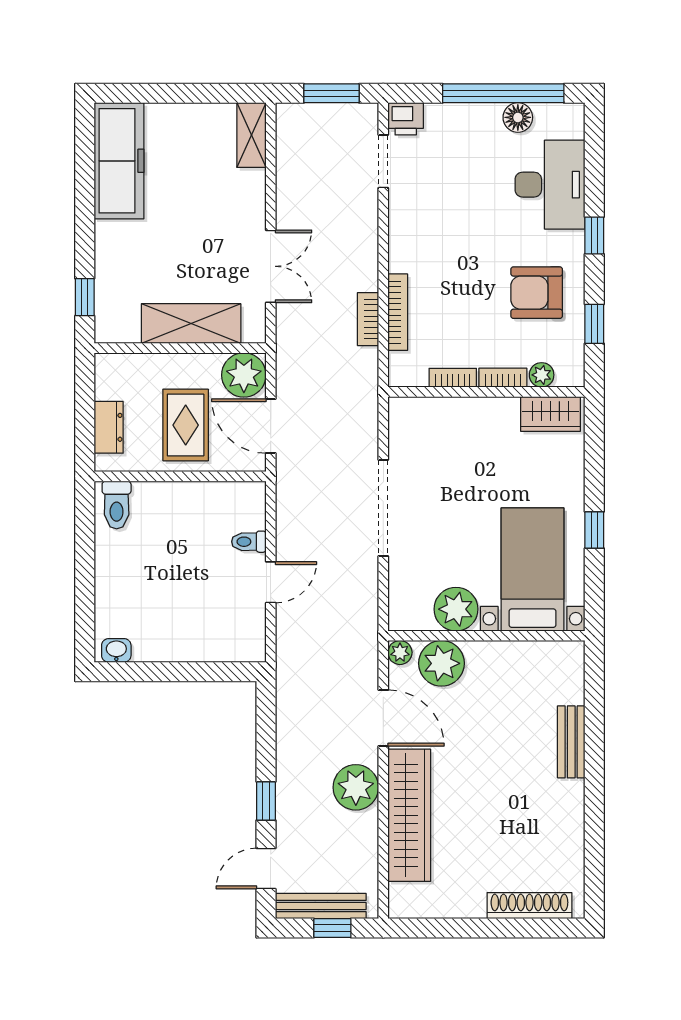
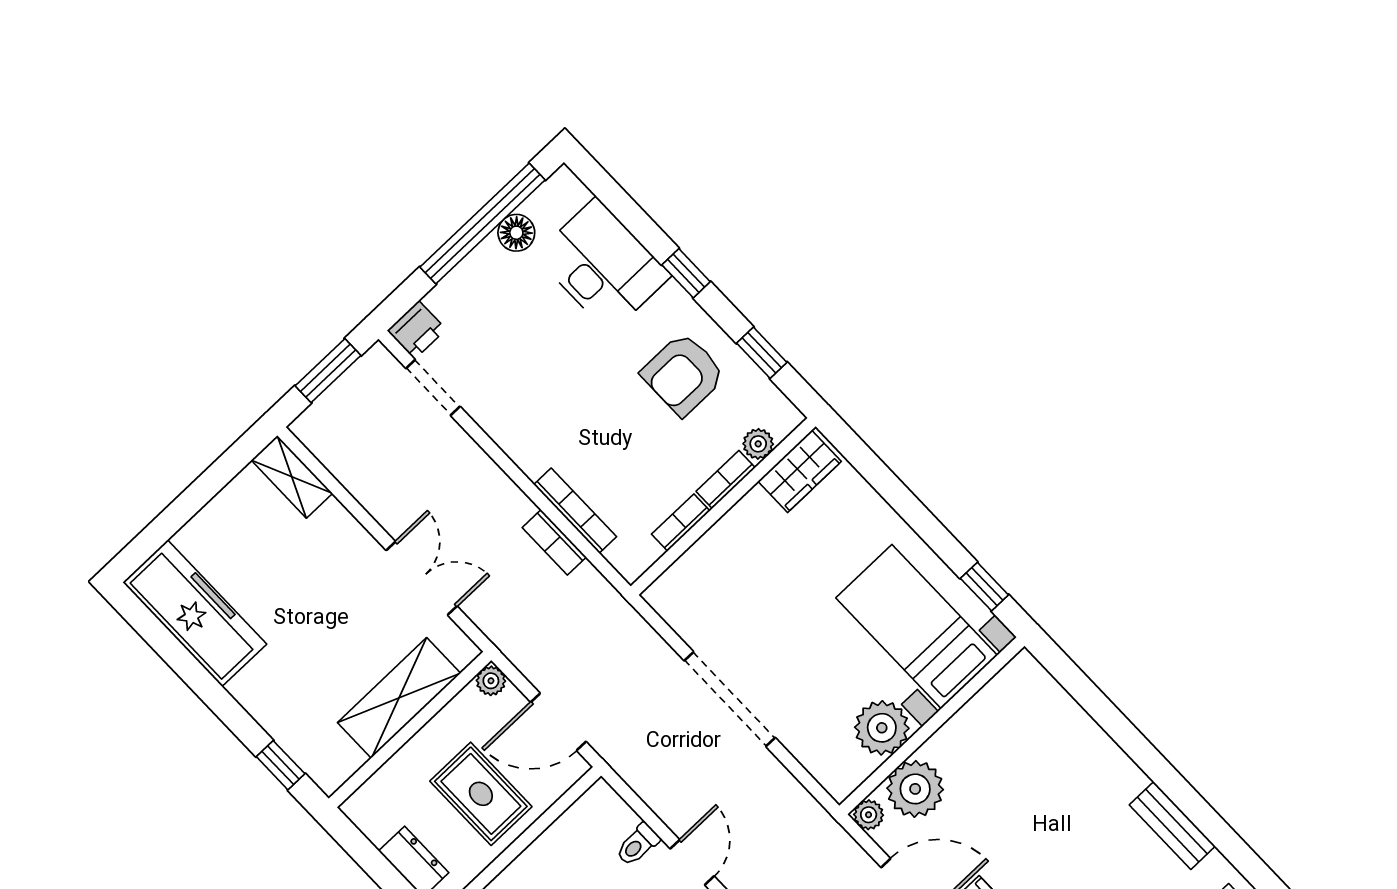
plant: (244, 375) -> (491, 681), width x0.53, depth x0.53
window: (594, 530) -> (984, 587), moved
bench: (571, 742) -> (1172, 825), moved

